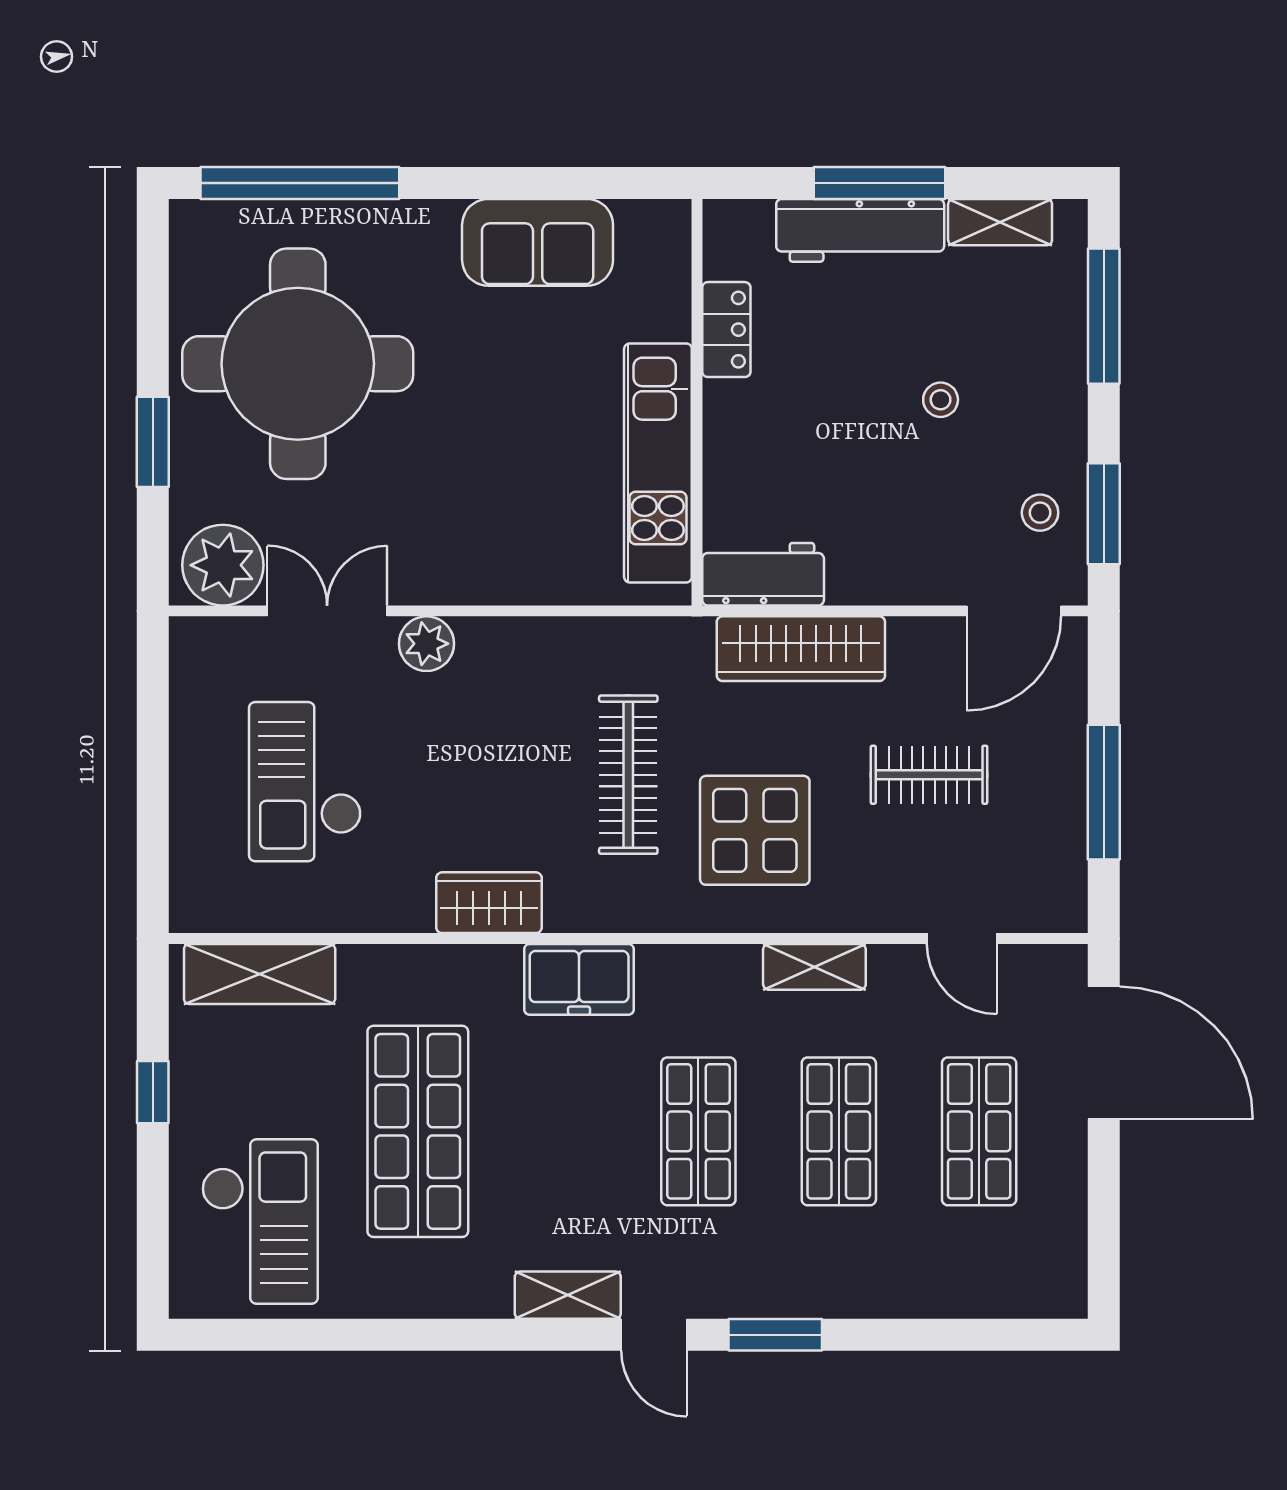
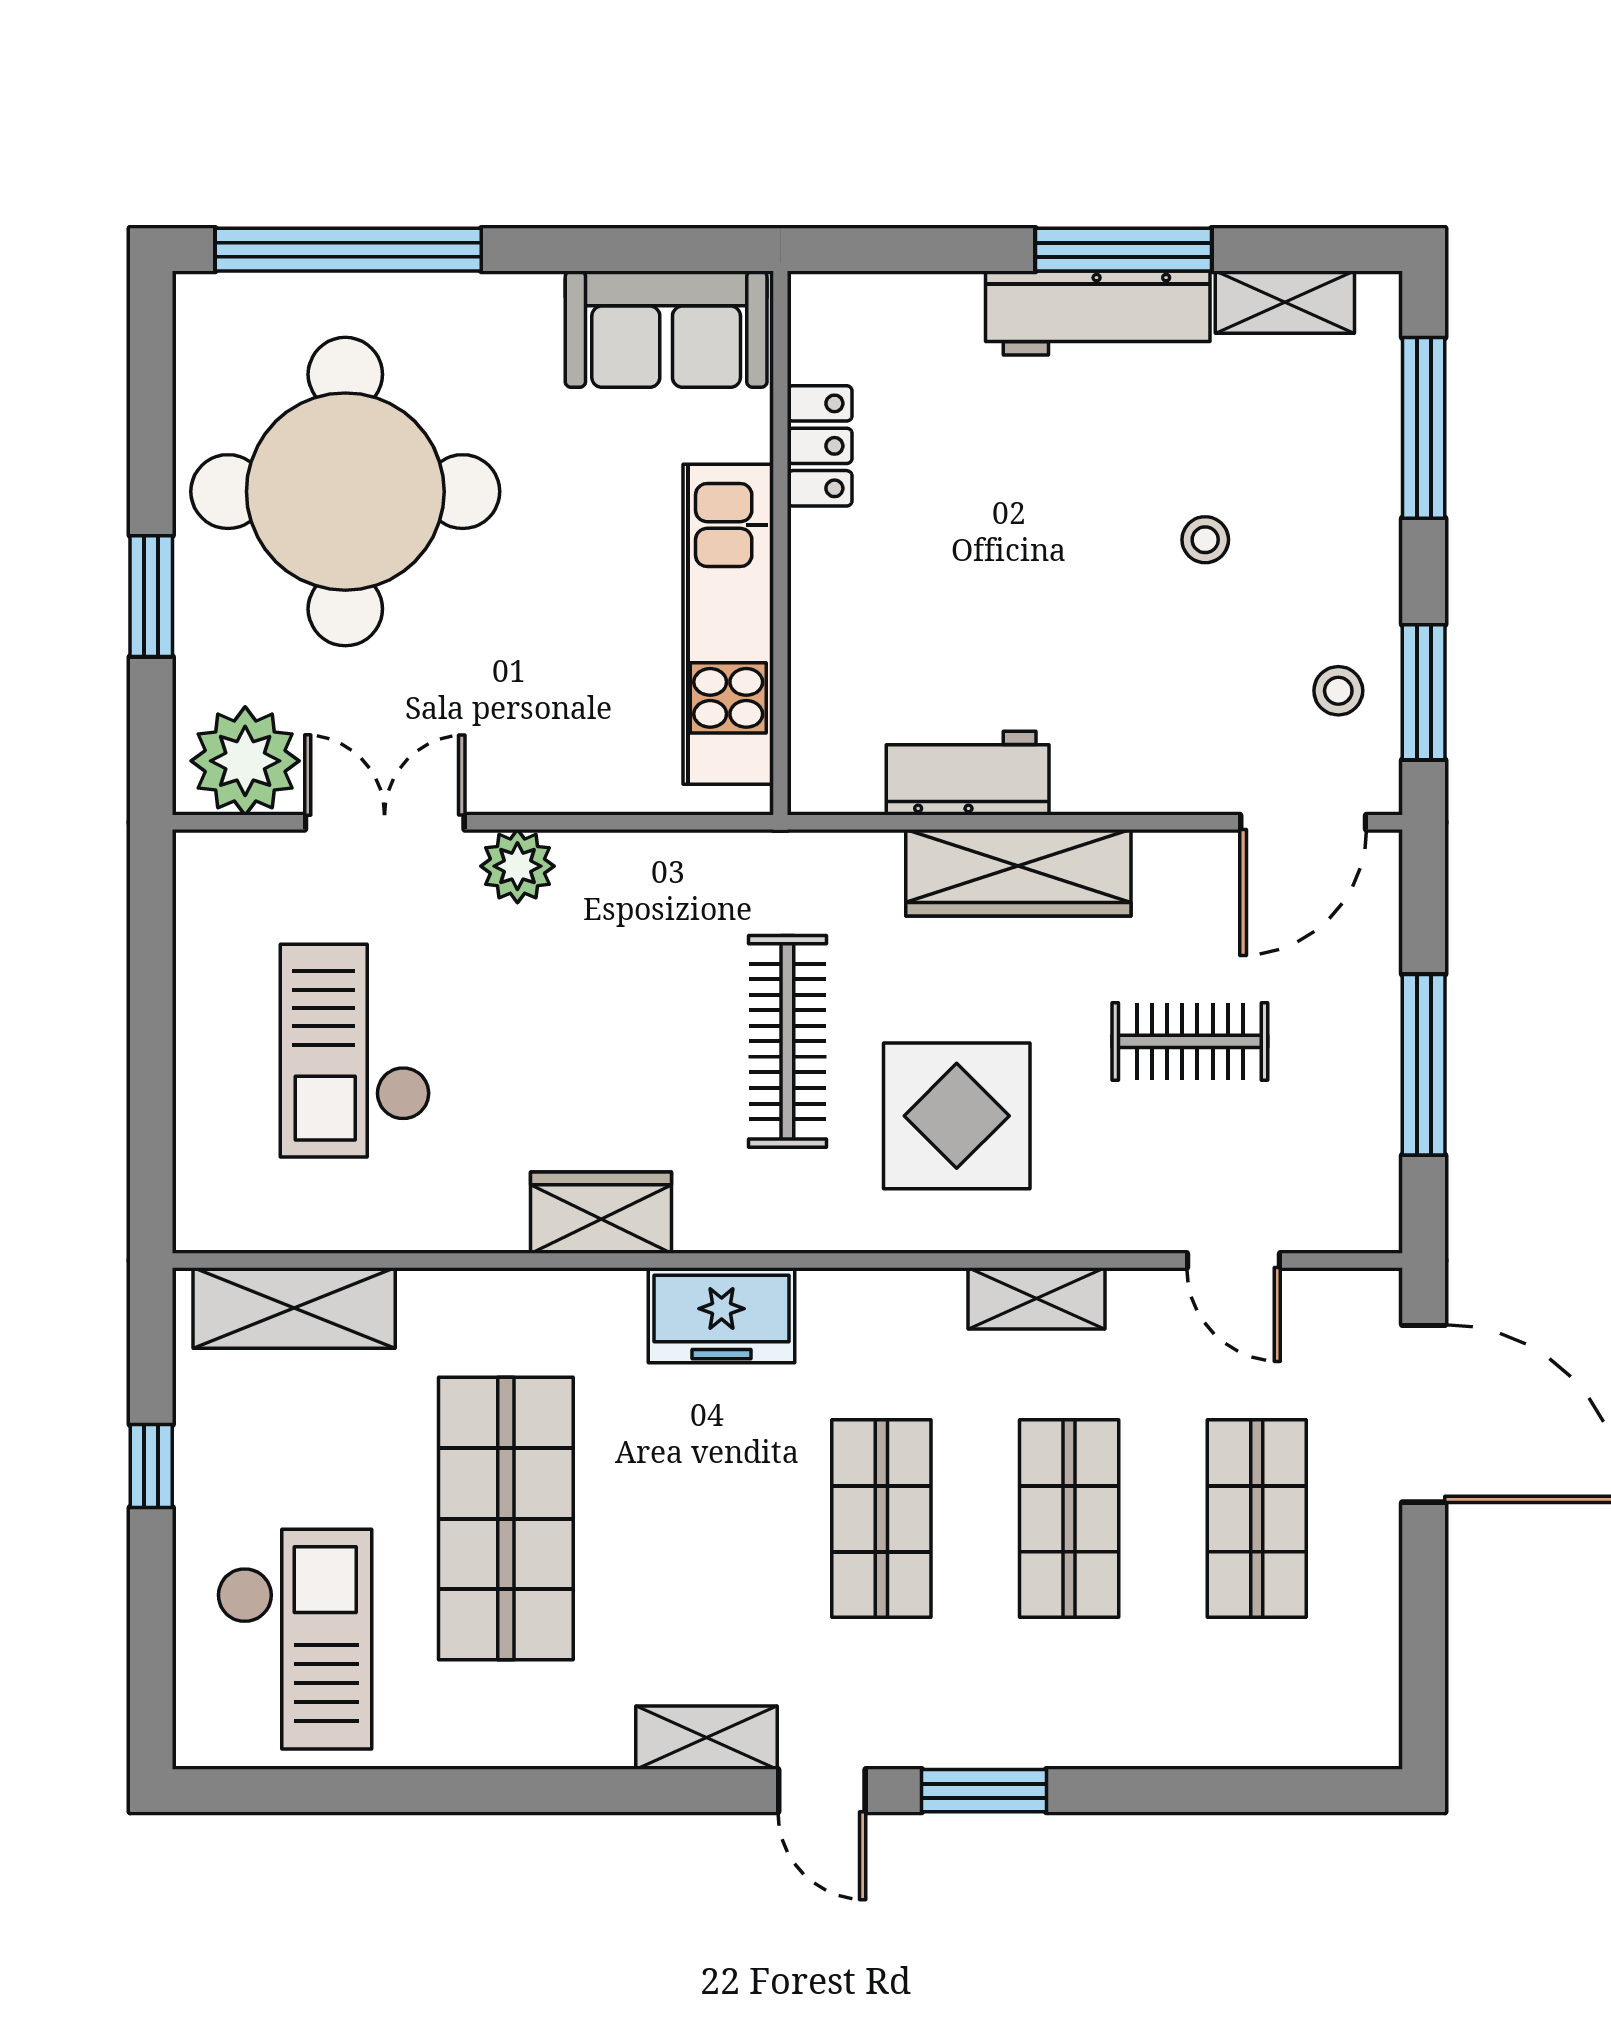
locker: (726, 330) -> (820, 446), moved
wall: (697, 402) -> (780, 543), moved
kitchen unit: (658, 463) -> (728, 624), moved

